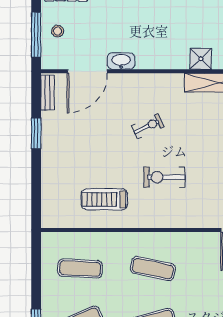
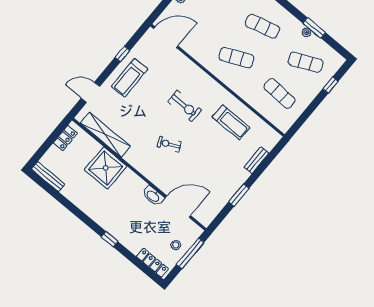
shower: (201, 59) -> (106, 168), width x1.86, depth x1.86
bench: (48, 93) -> (256, 160), moved
exercise mat: (153, 269) -> (236, 58), turned -36

